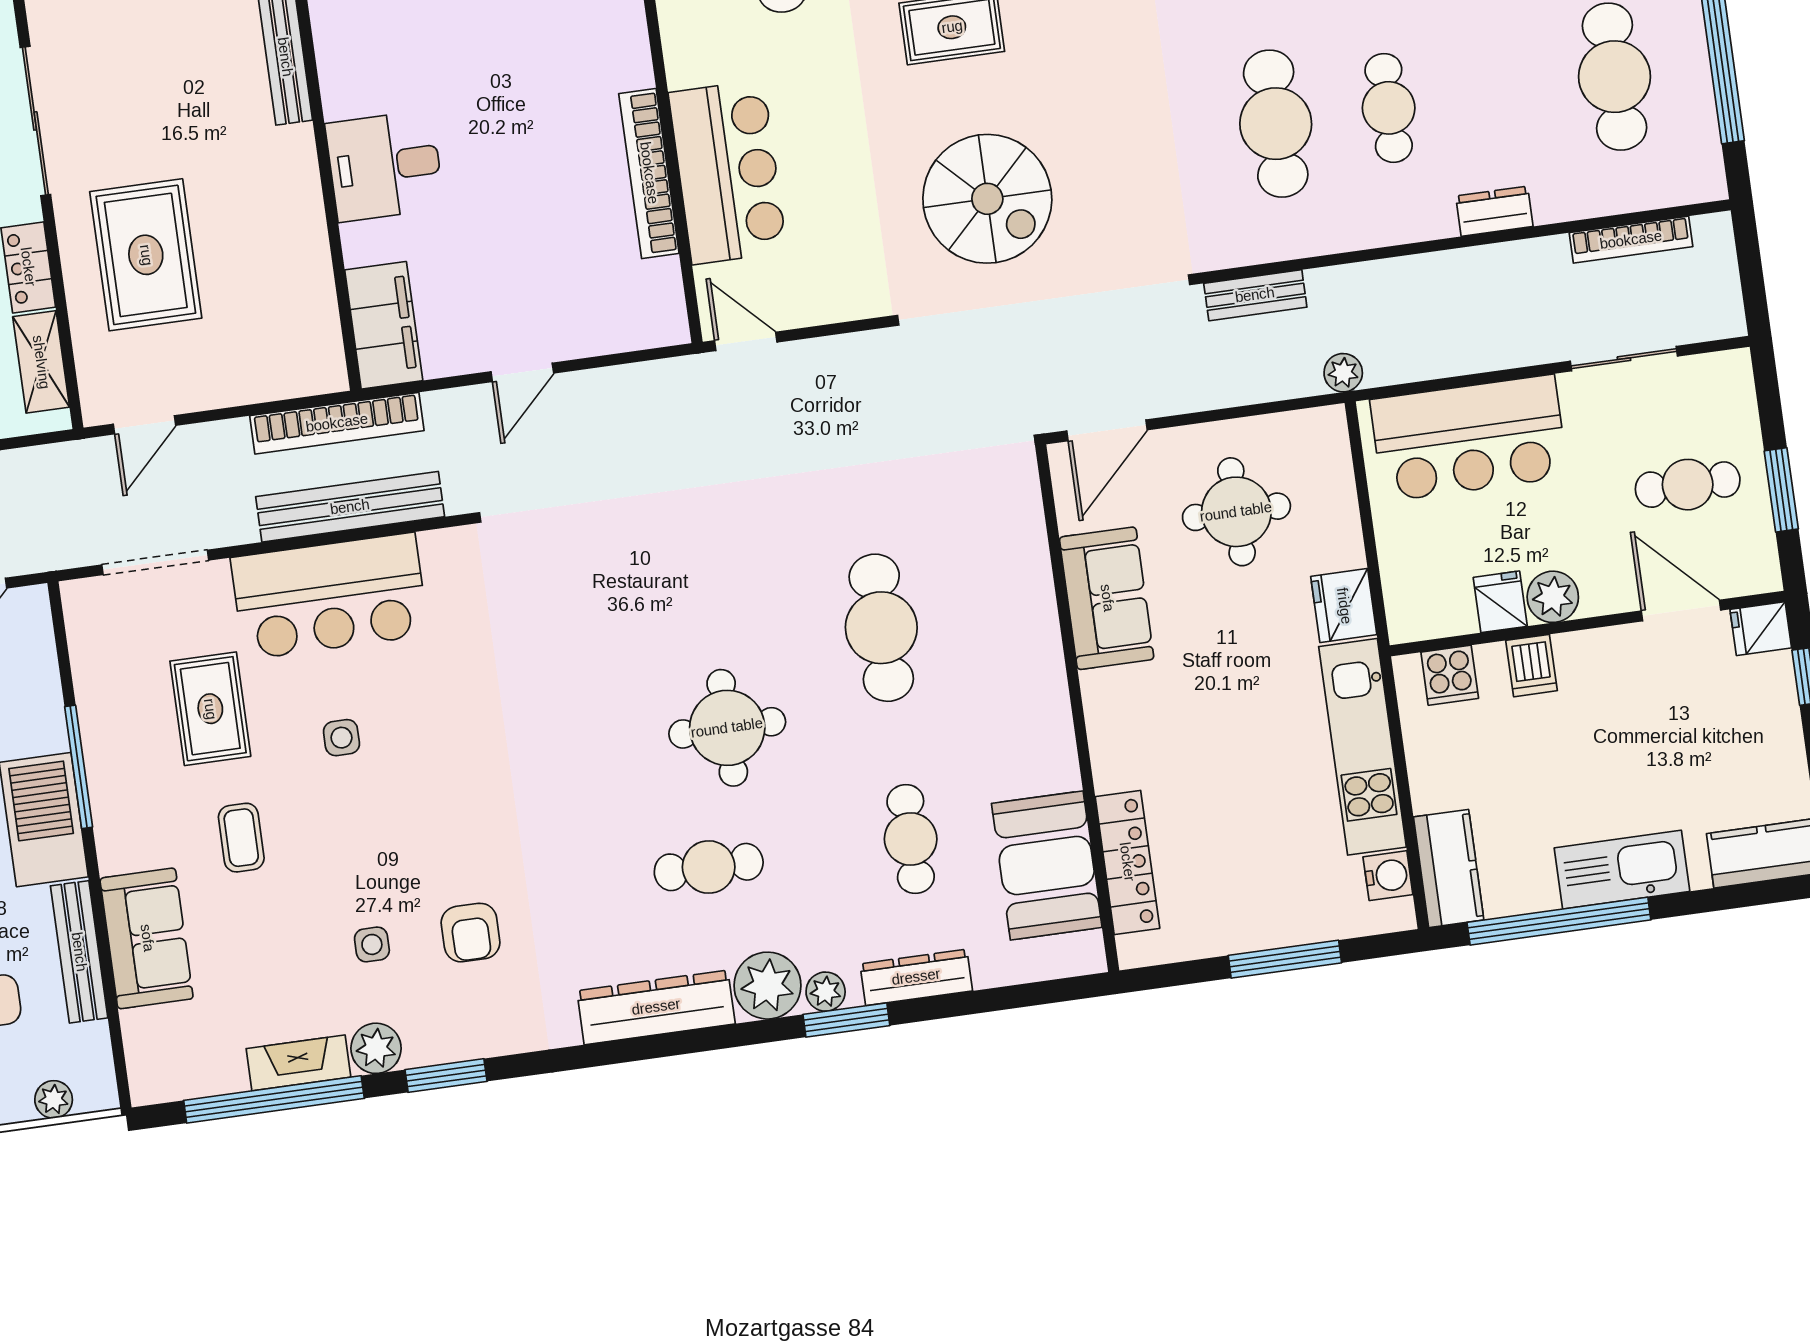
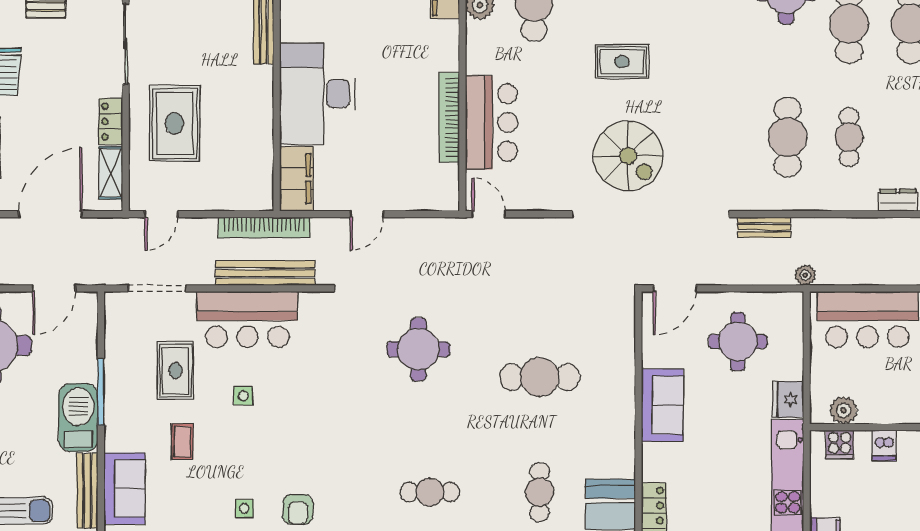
desk: (385, 166) -> (318, 94), width x1.87, depth x1.30
plant: (1553, 597) -> (844, 410), moved
sofa: (1107, 598) -> (662, 405), moved
fridge: (1500, 602) -> (872, 409), removed
cafe table: (881, 628) -> (540, 377), turned 90
round table: (727, 728) -> (418, 349), moved

